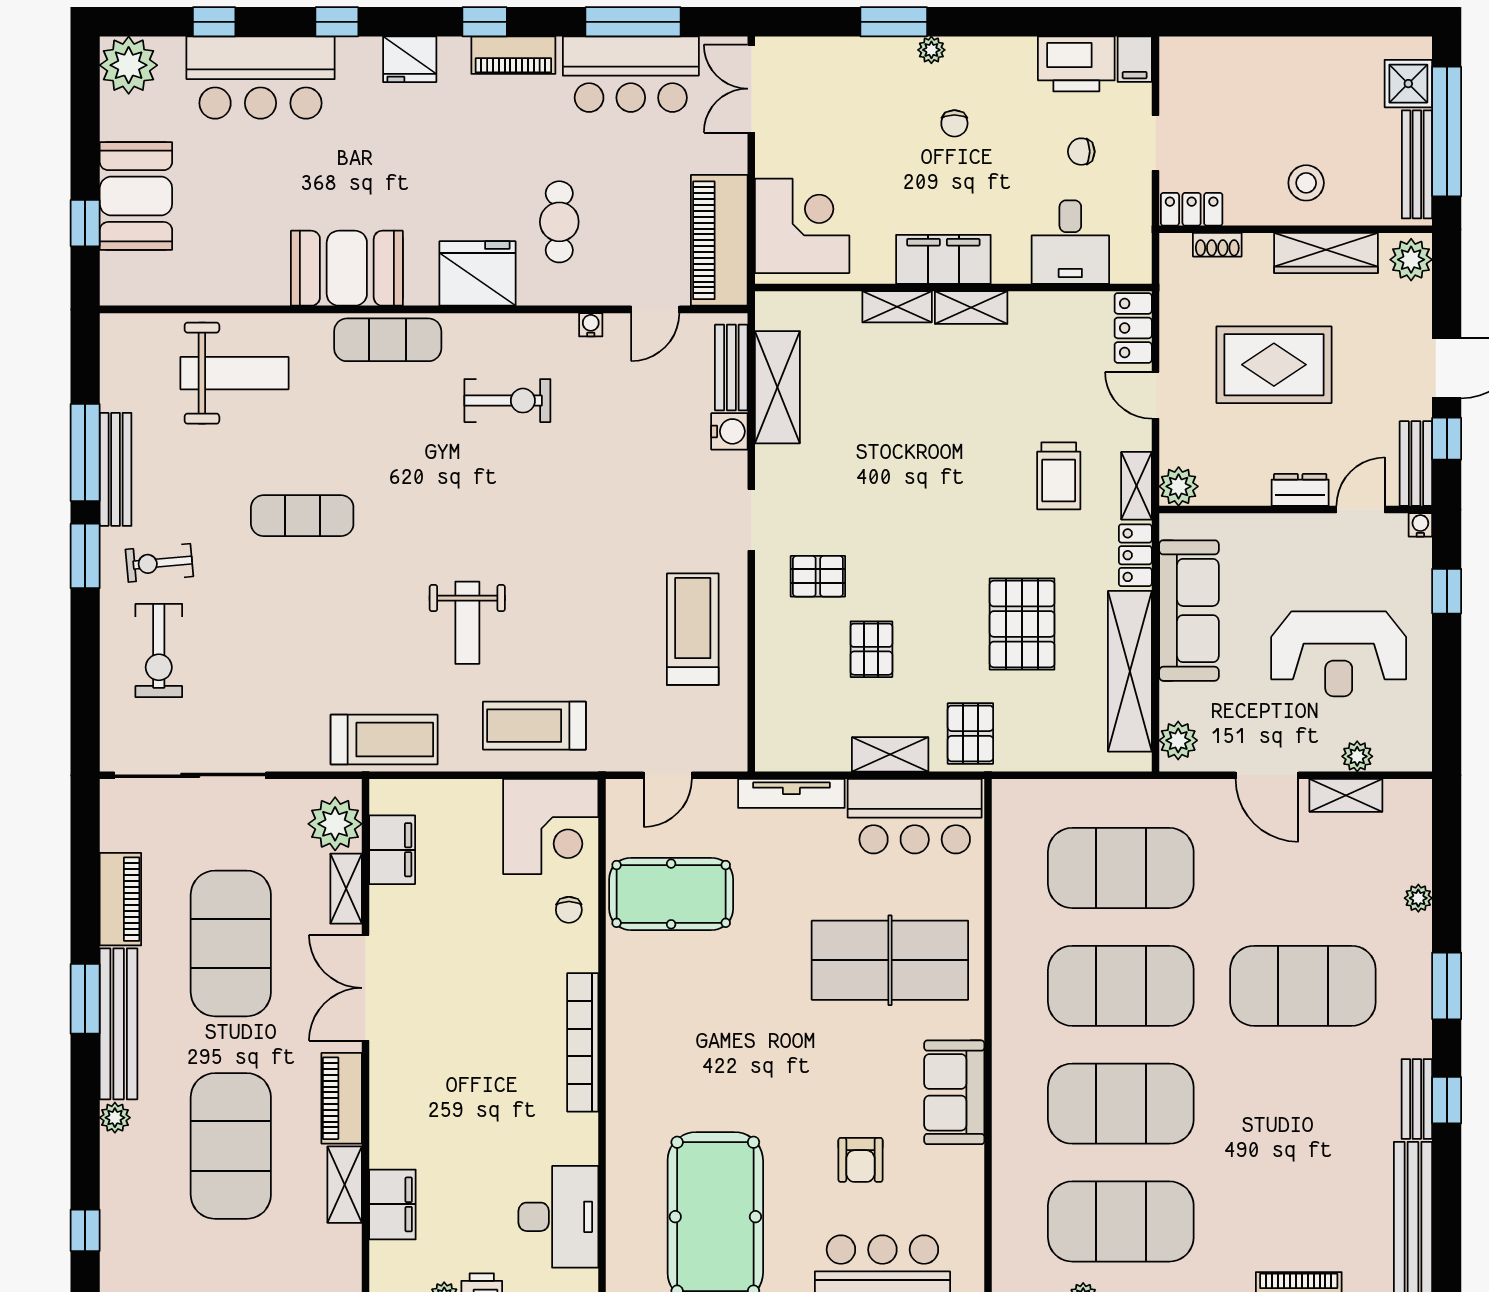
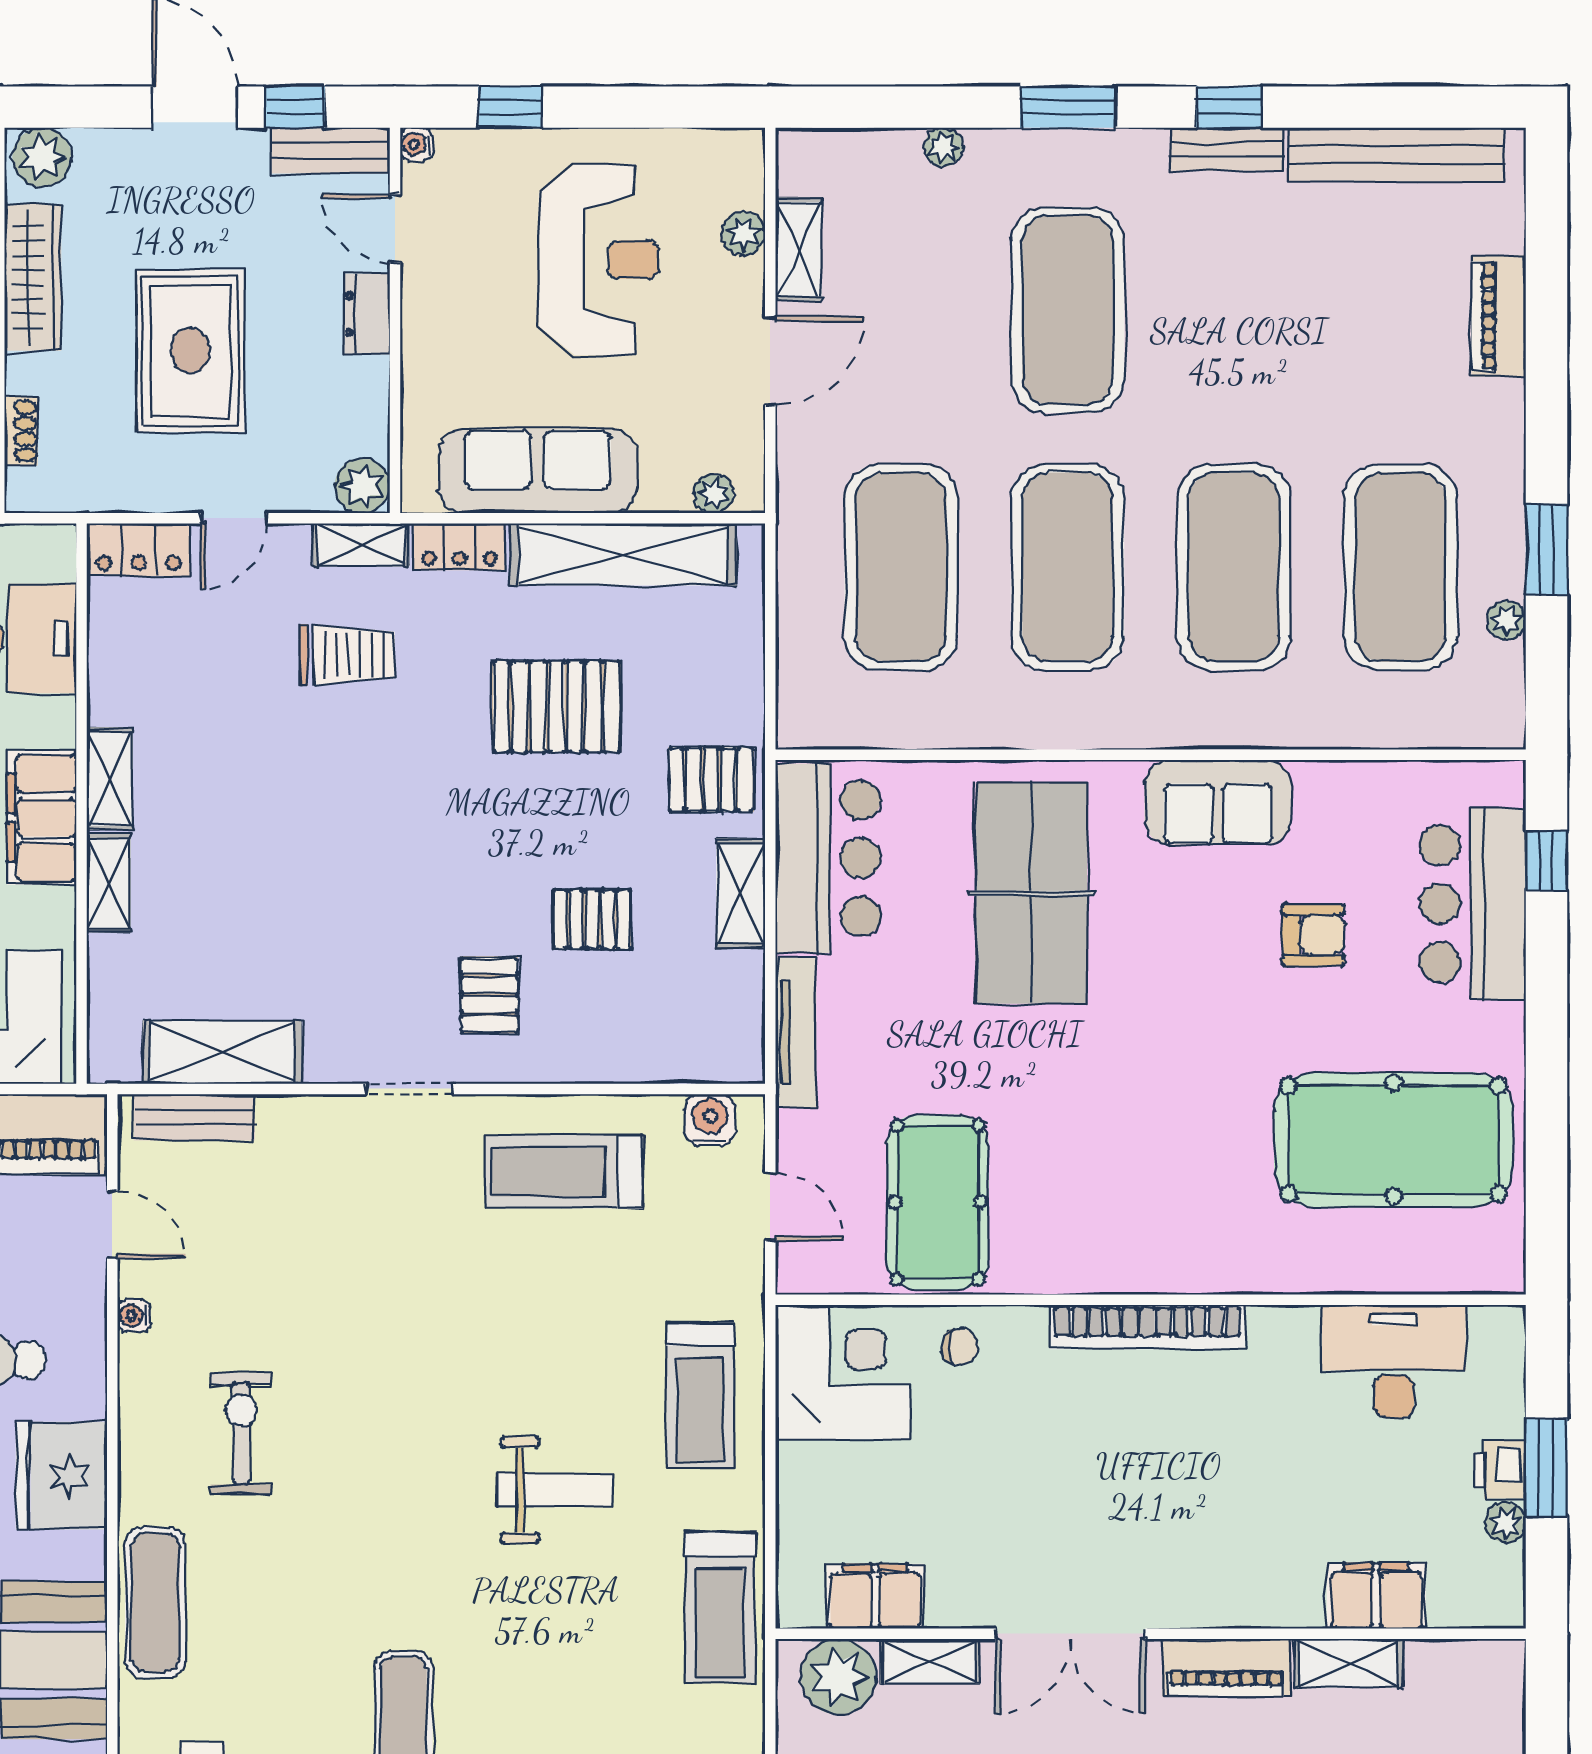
water cooler: (729, 431) -> (710, 1120), moved
treadmill: (384, 740) -> (720, 1608), turned 180
plant: (1178, 740) -> (714, 494), width x0.73, depth x0.73

